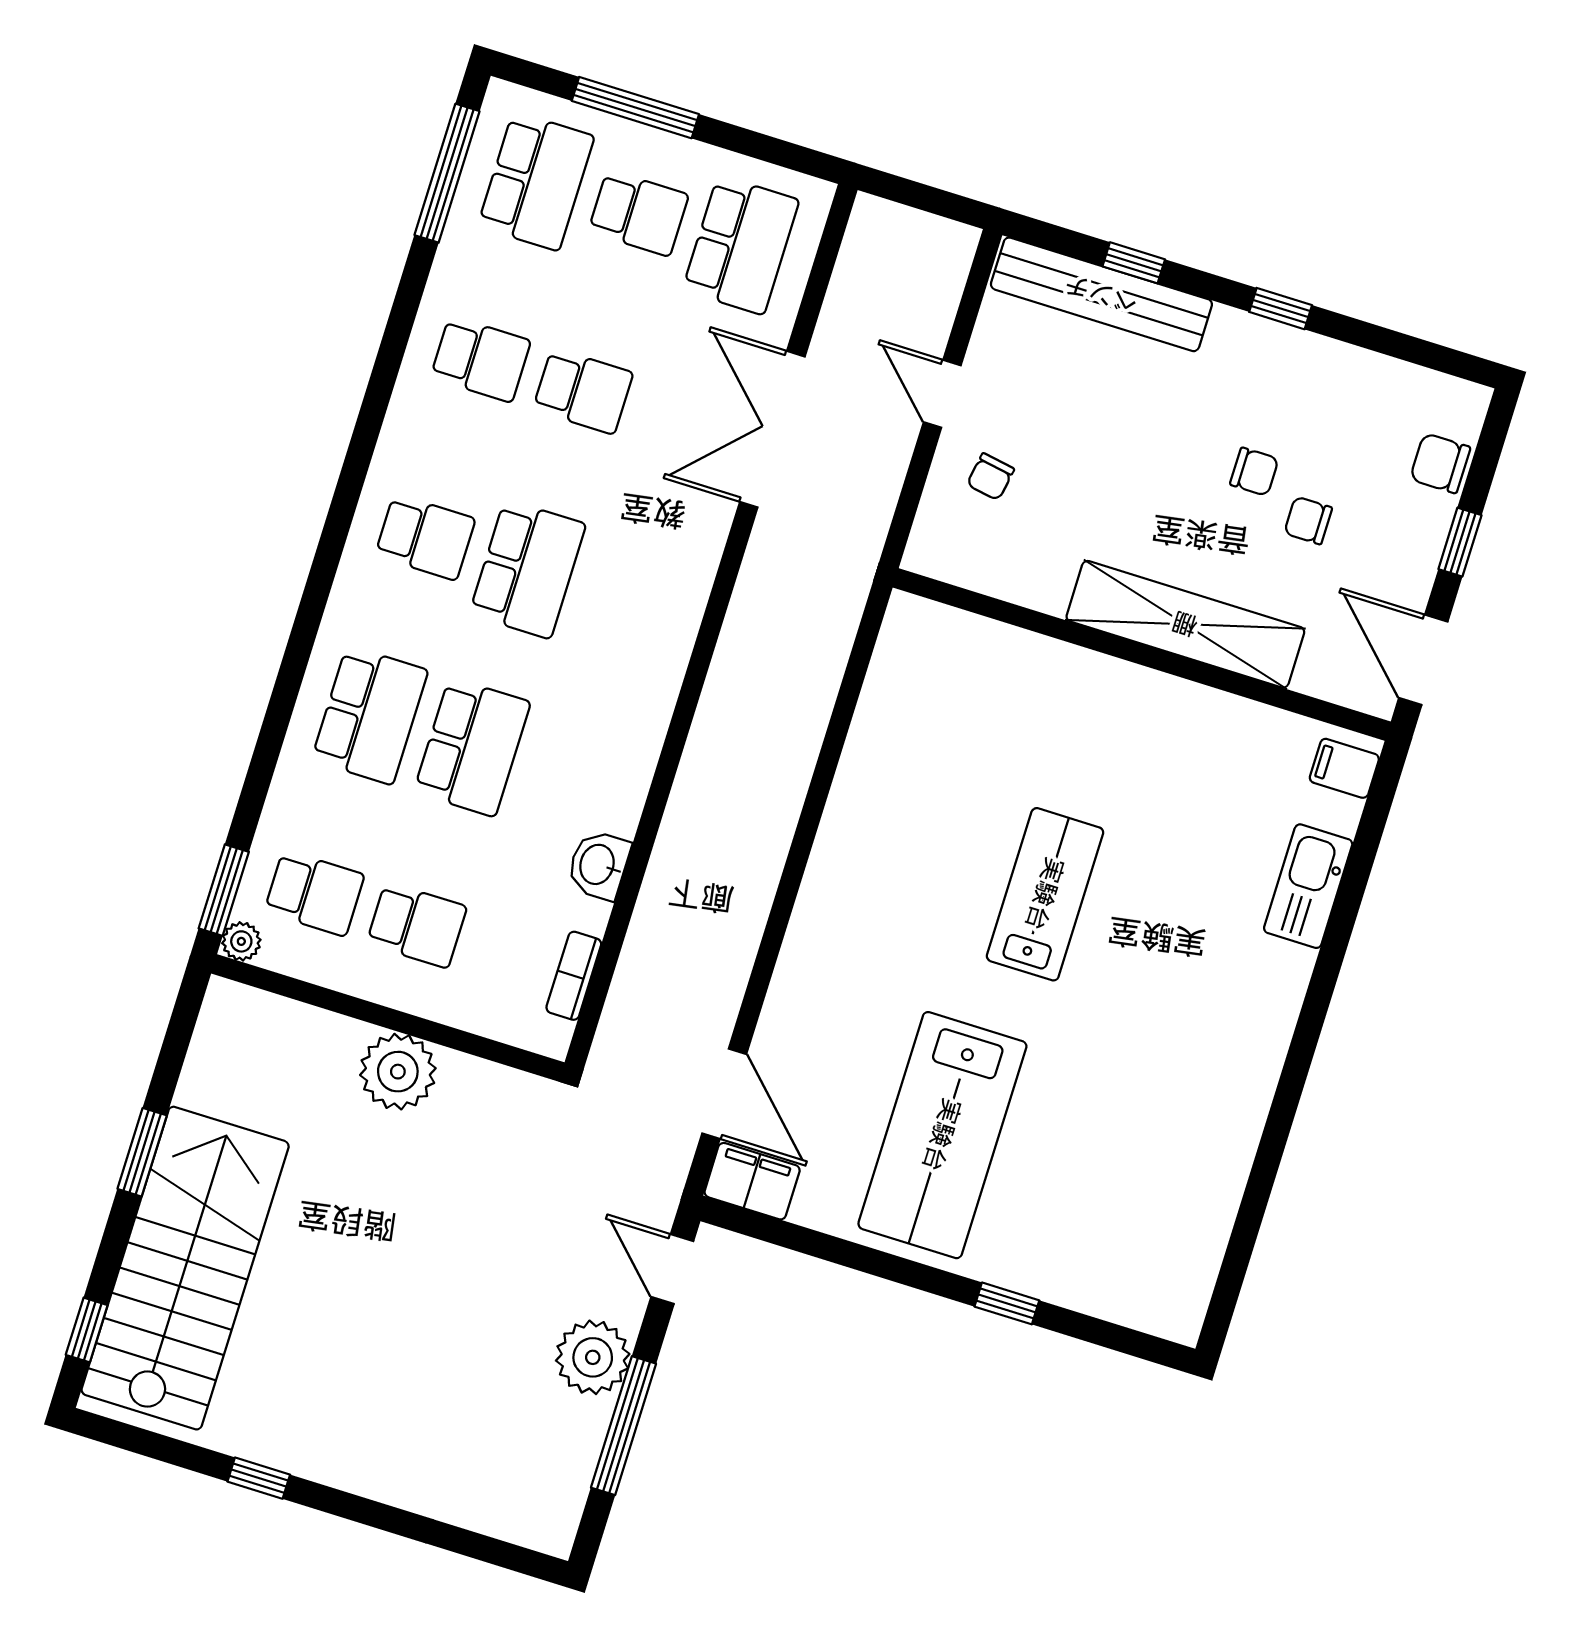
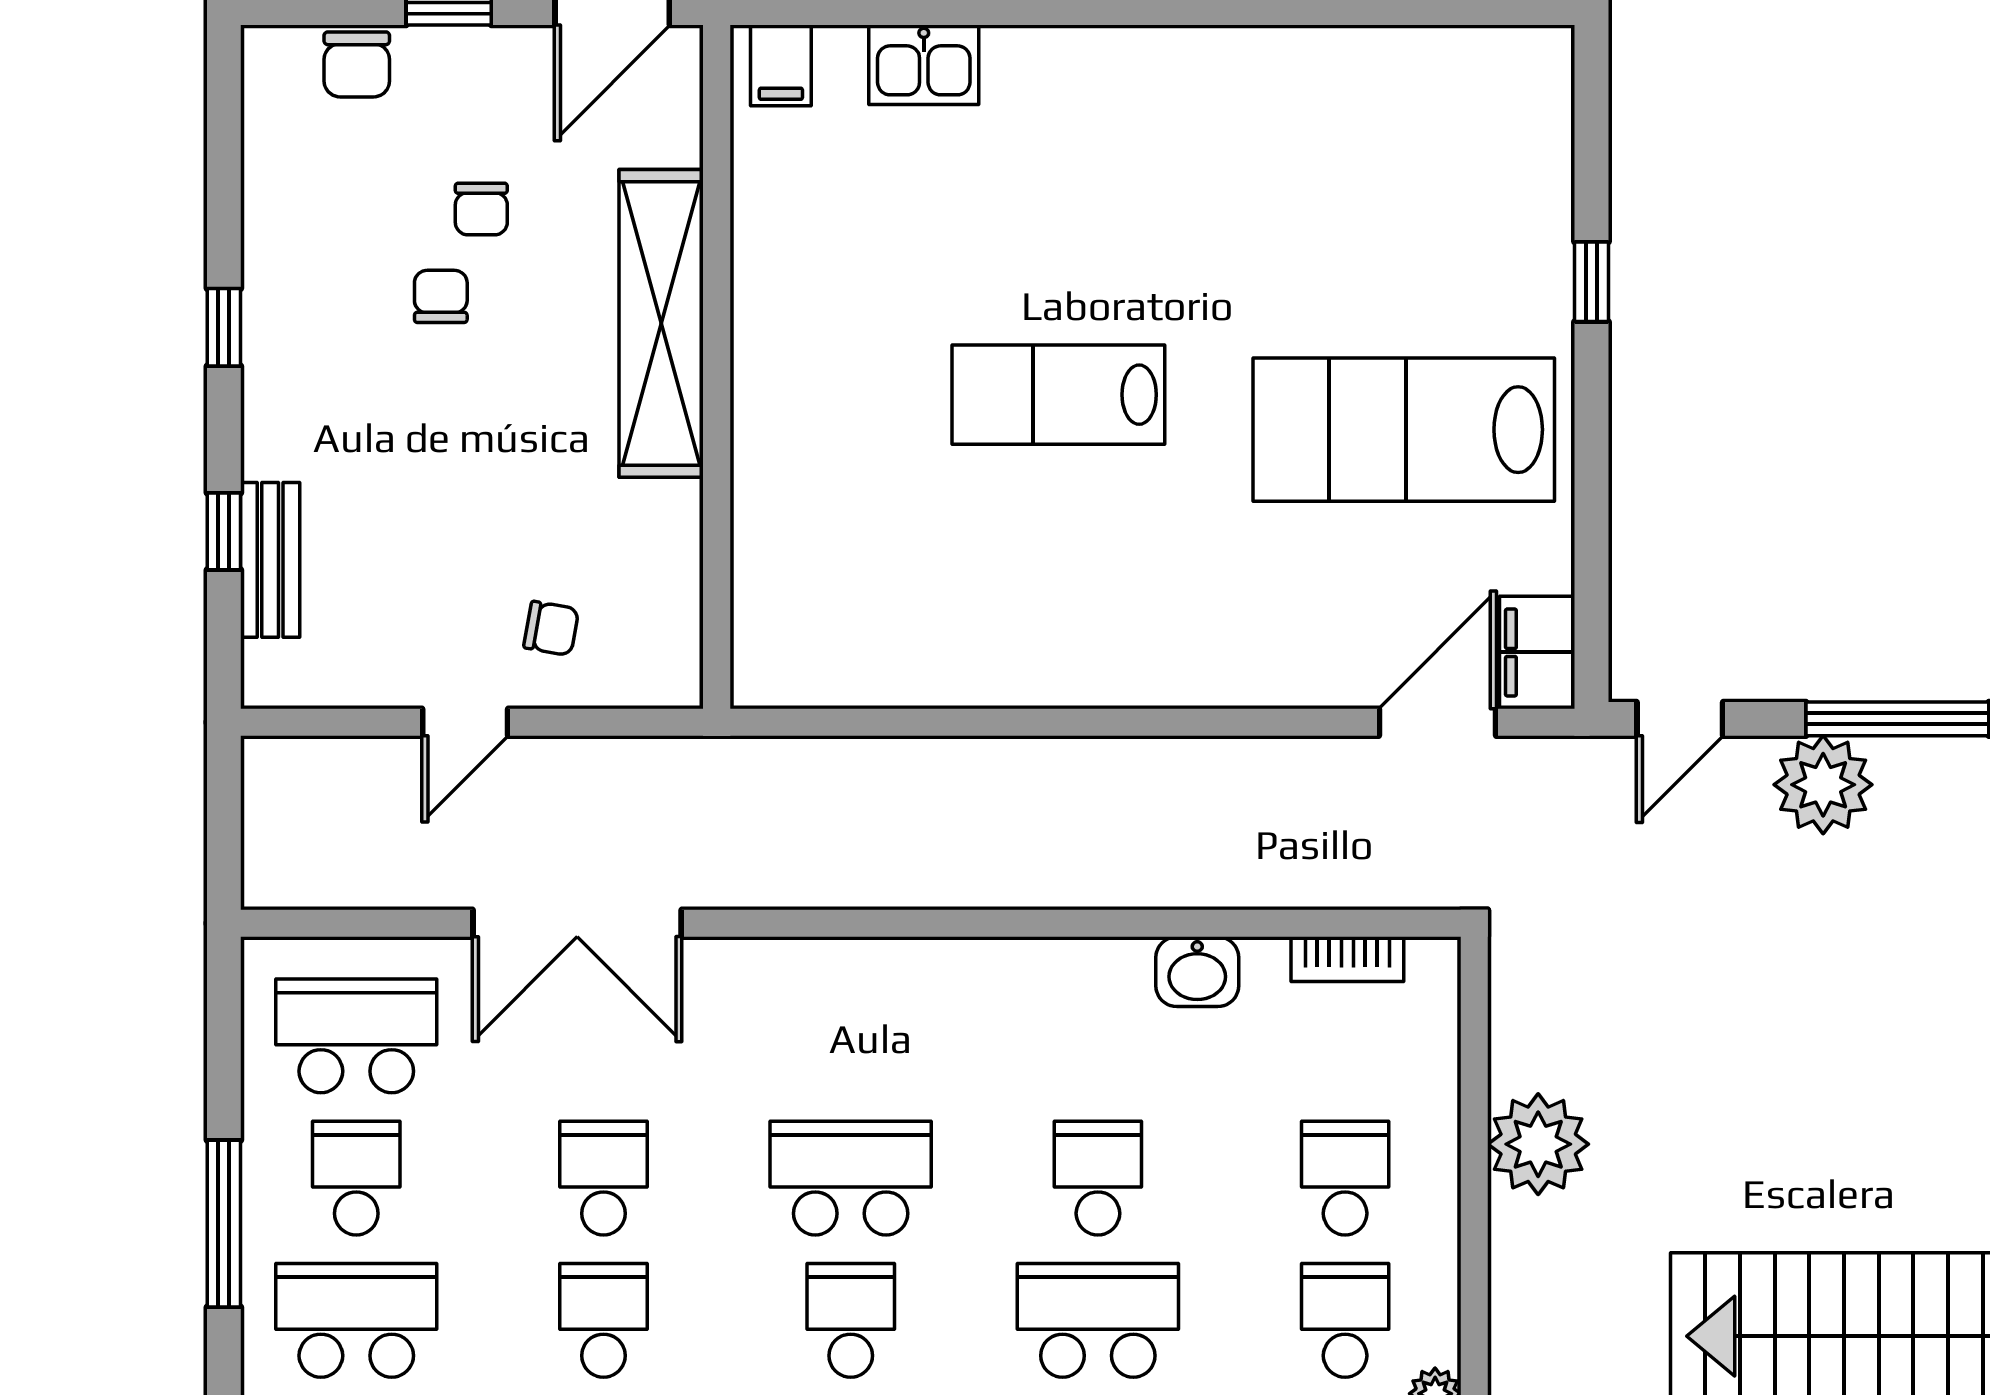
bench: (1101, 294) -> (270, 560), width x0.54, depth x0.82
school desk: (472, 747) -> (1098, 1178), width x0.54
kitchen sink: (1308, 886) -> (924, 65), width x0.73
lab bench: (942, 1135) -> (1404, 430), turned 180

